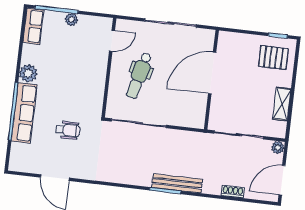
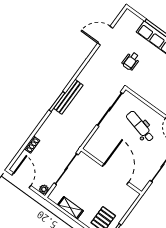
bench: (177, 183) -> (68, 97), moved

